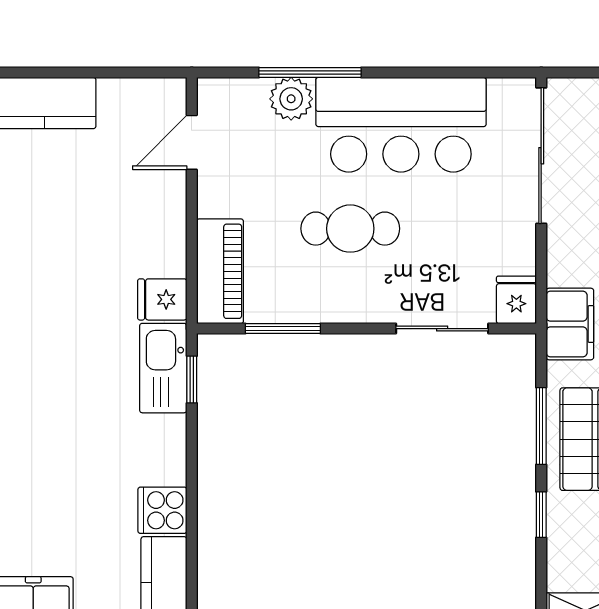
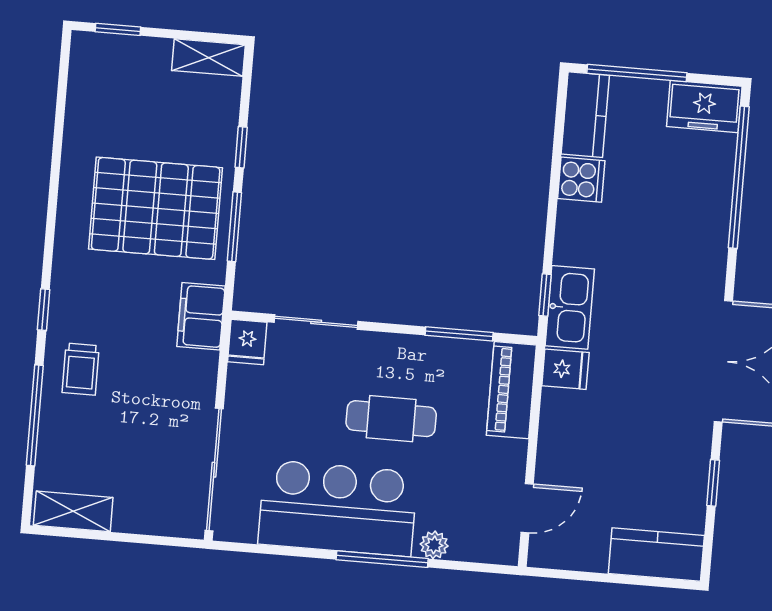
window: (310, 72) -> (382, 559), moved
plant: (291, 99) -> (434, 545), width x0.73, depth x0.73

